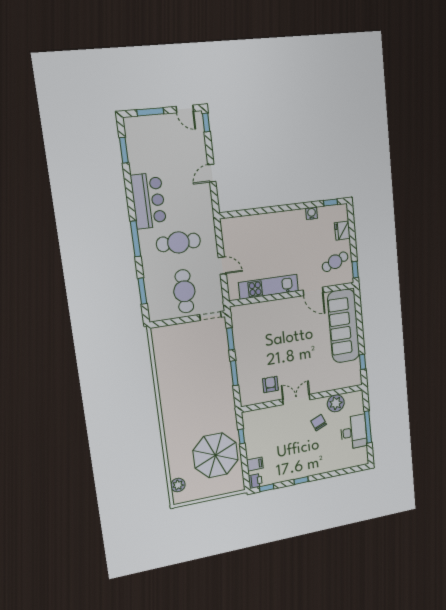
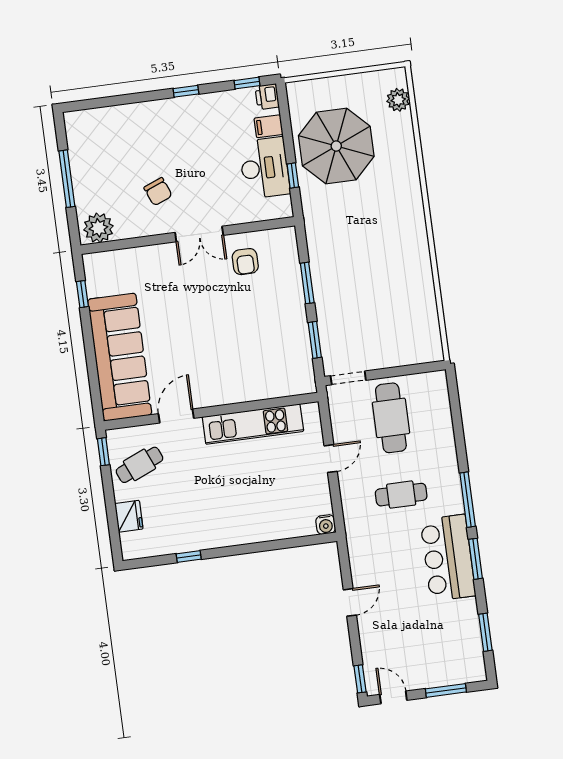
window: (331, 202) -> (189, 557), moved
water cooler: (312, 213) -> (326, 525), moved
cafe table: (178, 242) -> (401, 495), width x0.73, depth x0.74
door: (222, 266) -> (331, 459), swing flipped
window: (142, 291) -> (476, 559), moved
door: (313, 291) -> (176, 416), hinge flipped
plant: (336, 403) -> (98, 228), moved
desk: (354, 432) -> (265, 168), moved, turned 180

